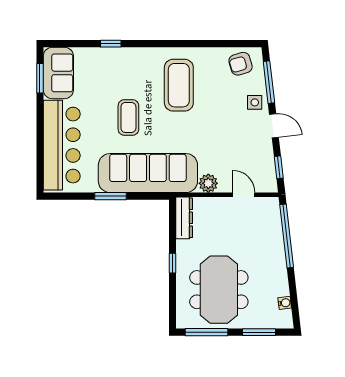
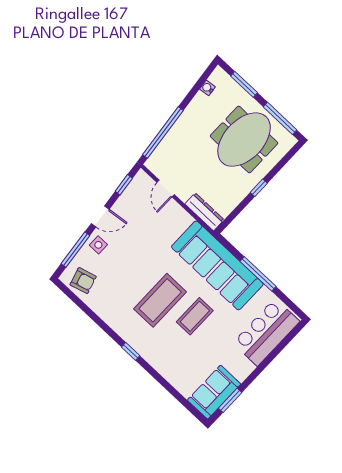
window: (111, 44) -> (131, 351), moved
coffee table: (179, 85) -> (160, 300), moved
door: (274, 126) -> (100, 216), swing flipped
bar counter: (62, 145) -> (266, 332), width x0.73
plant: (208, 183) -> (183, 219), removed
window: (110, 196) -> (258, 274), width x1.44
dresser: (184, 218) -> (204, 212), moved, turned 90

